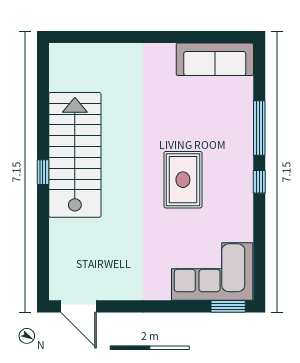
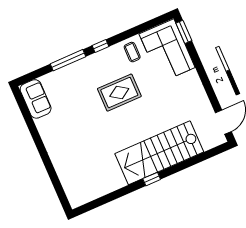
sofa: (215, 59) -> (36, 99), width x0.73
stairs: (75, 155) -> (159, 153), moved
coffee table: (232, 222) -> (132, 52), added

